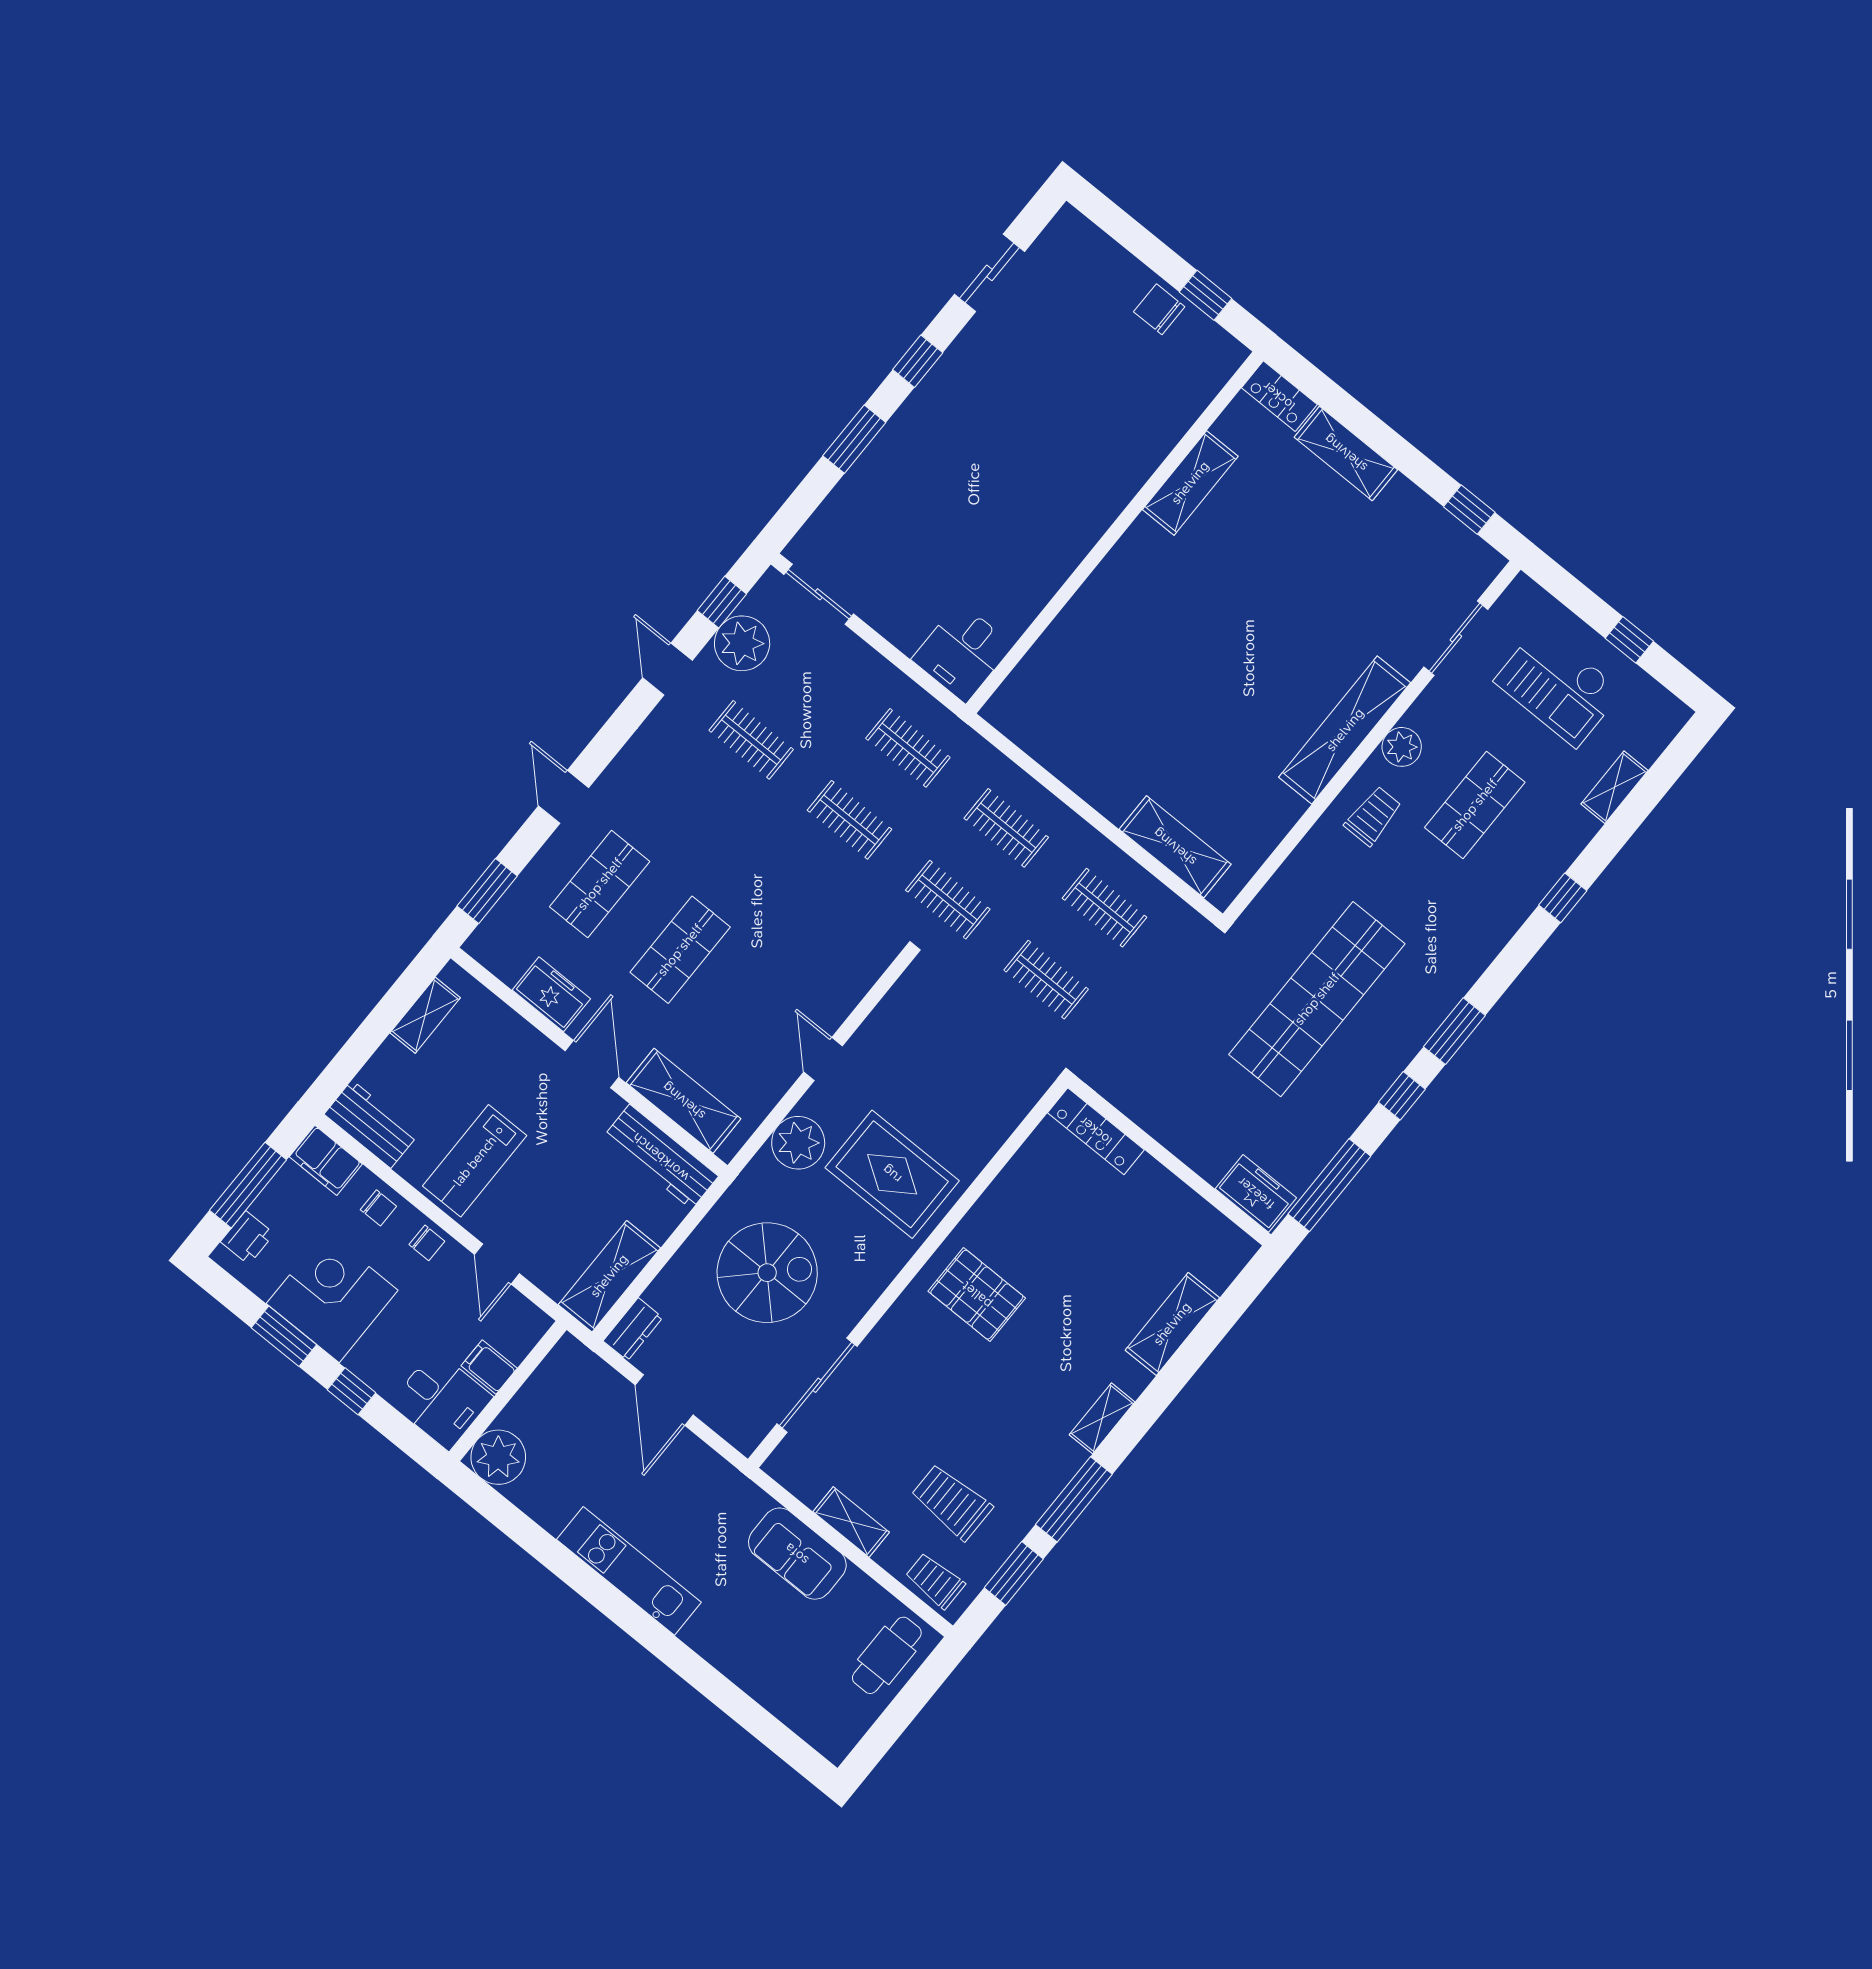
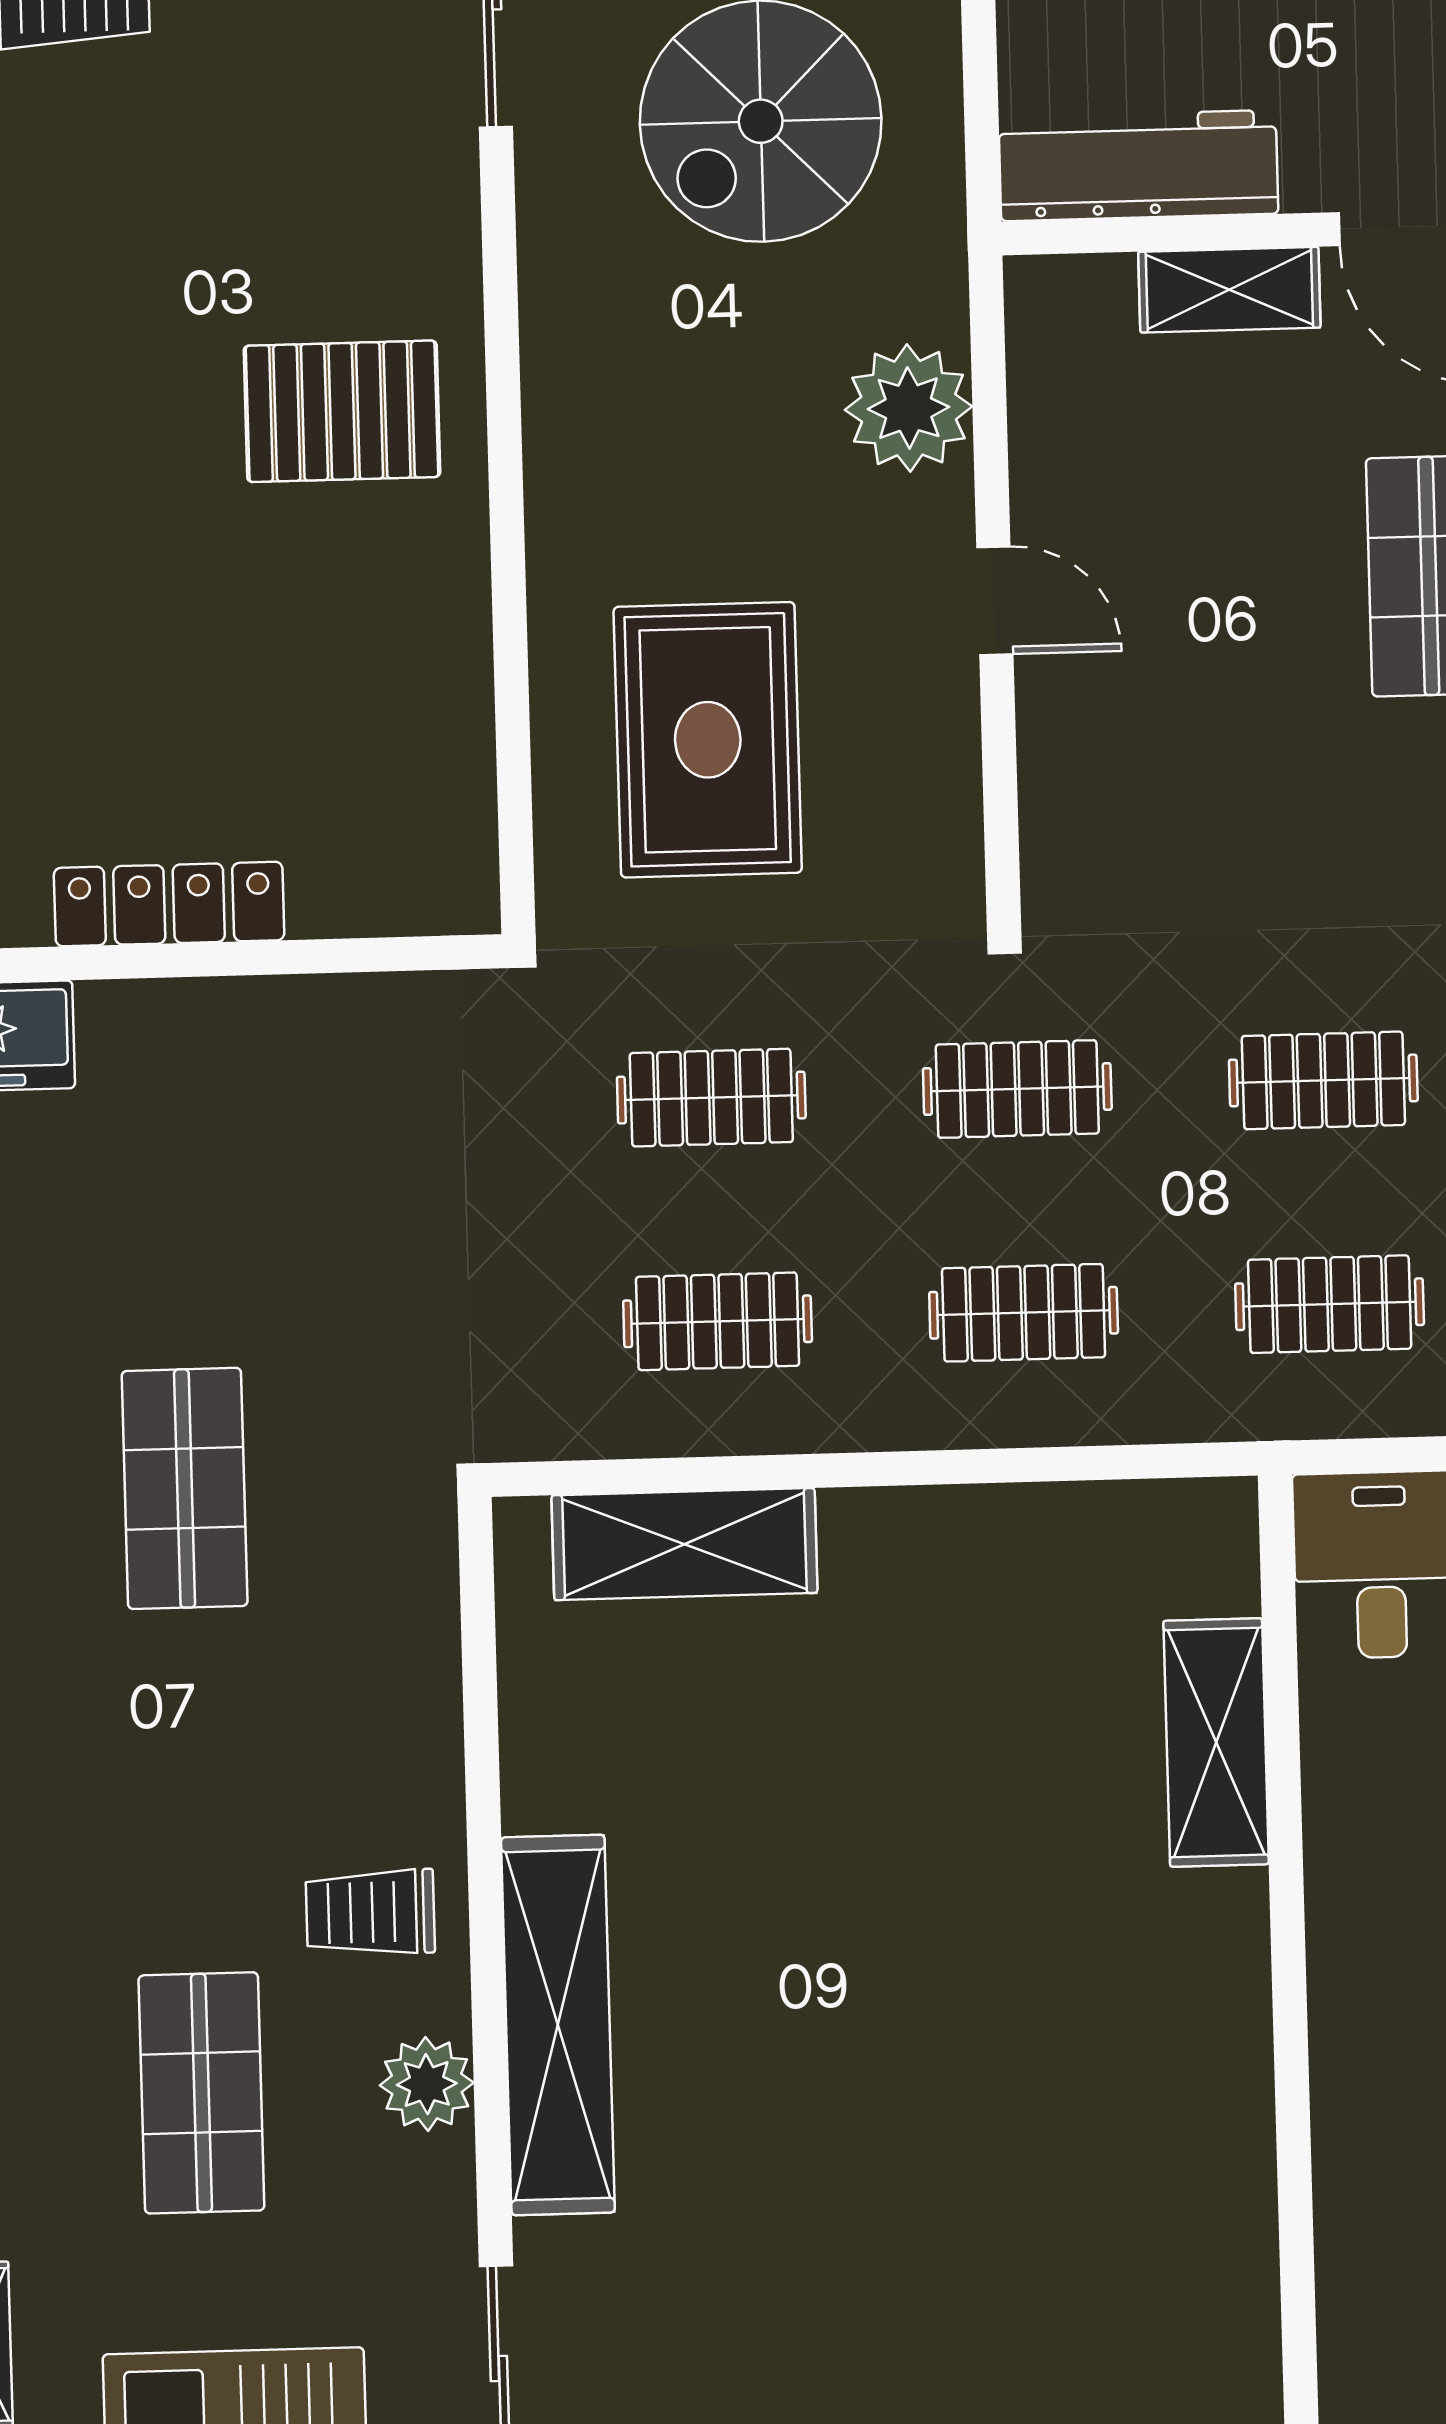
shelving: (1190, 483) -> (1216, 1742), moved
trolley: (1373, 816) -> (370, 1912), turned 90
shop shelf: (1317, 999) -> (185, 1488), width x0.50, depth x0.74
shelving: (684, 1101) -> (1229, 290), width x0.67, depth x0.75
locker: (1096, 1131) -> (169, 904), moved
rug: (892, 1174) -> (708, 740), moved, turned 90

